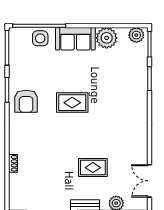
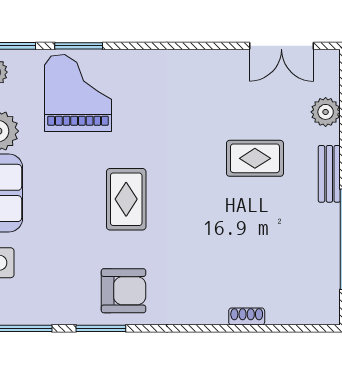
grand piano: (126, 78) -> (78, 93), added
rug: (93, 168) -> (255, 158), turned 90

